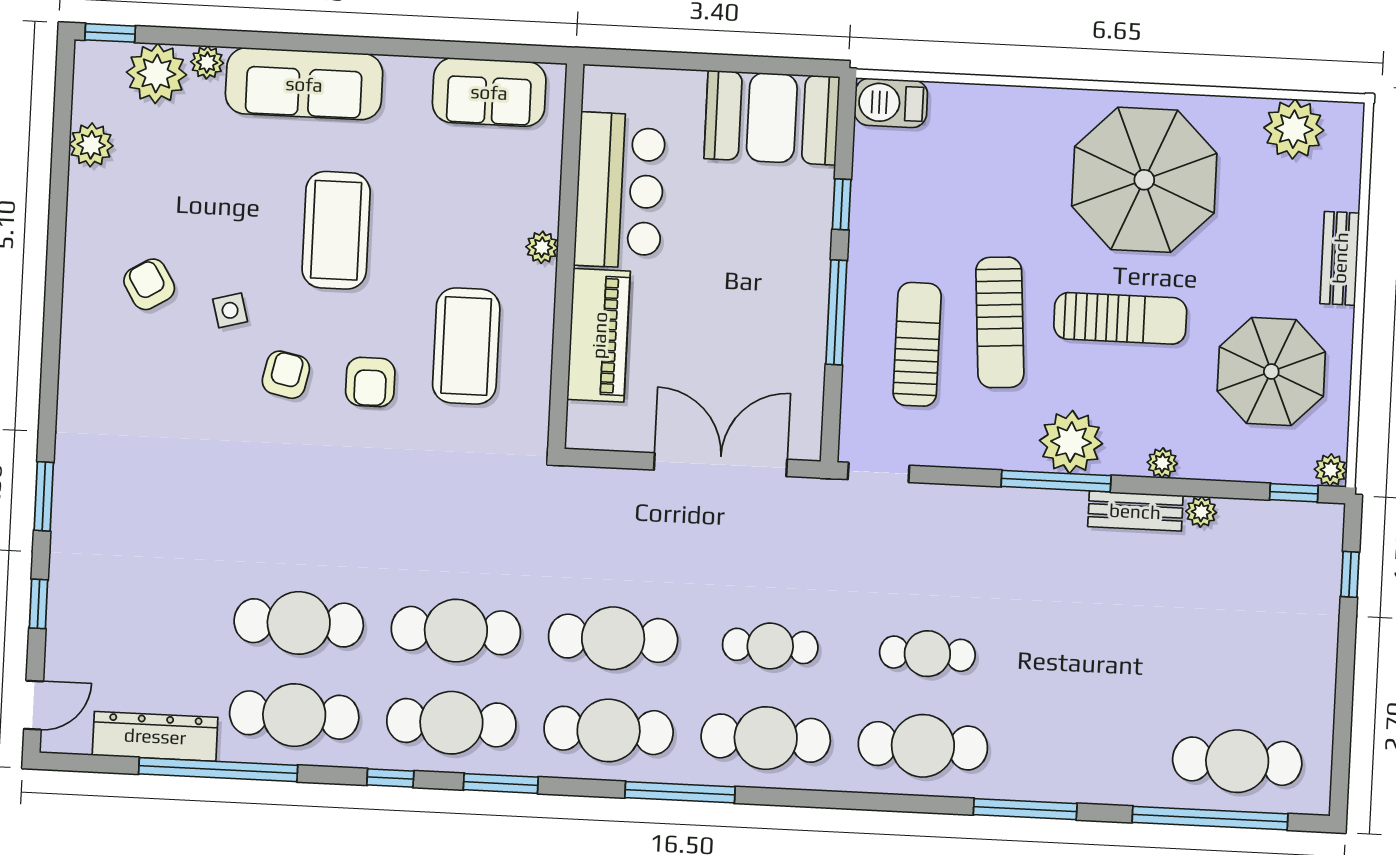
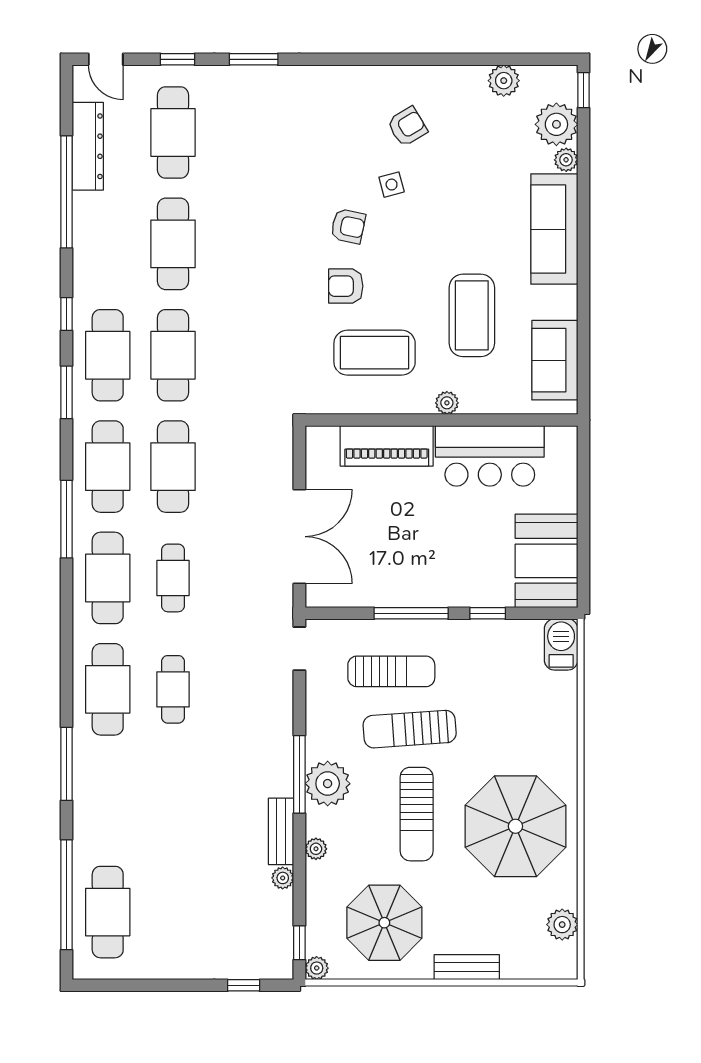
plant: (1294, 129) -> (562, 925), width x0.73, depth x0.73
coffee table: (336, 230) -> (472, 315), moved, turned 90
cafe table: (294, 715) -> (173, 133), moved

